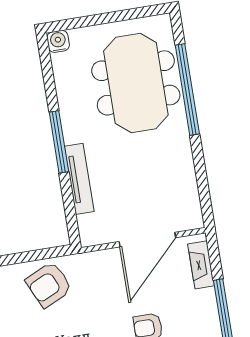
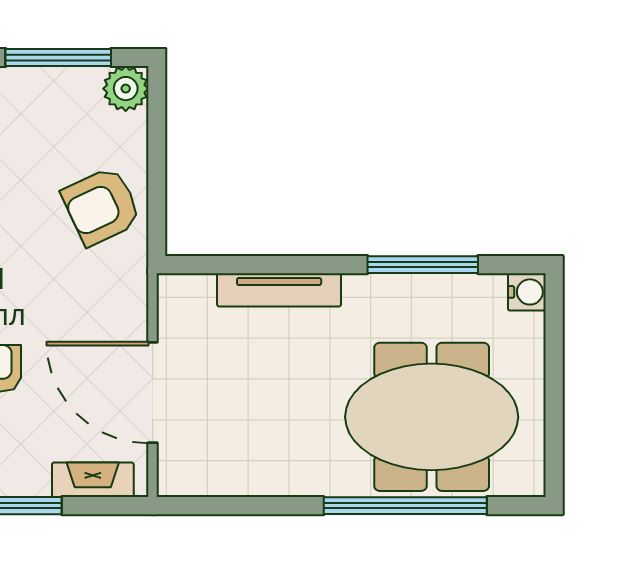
window: (59, 142) -> (423, 265), moved
armchair: (49, 285) -> (101, 206), turned -90

